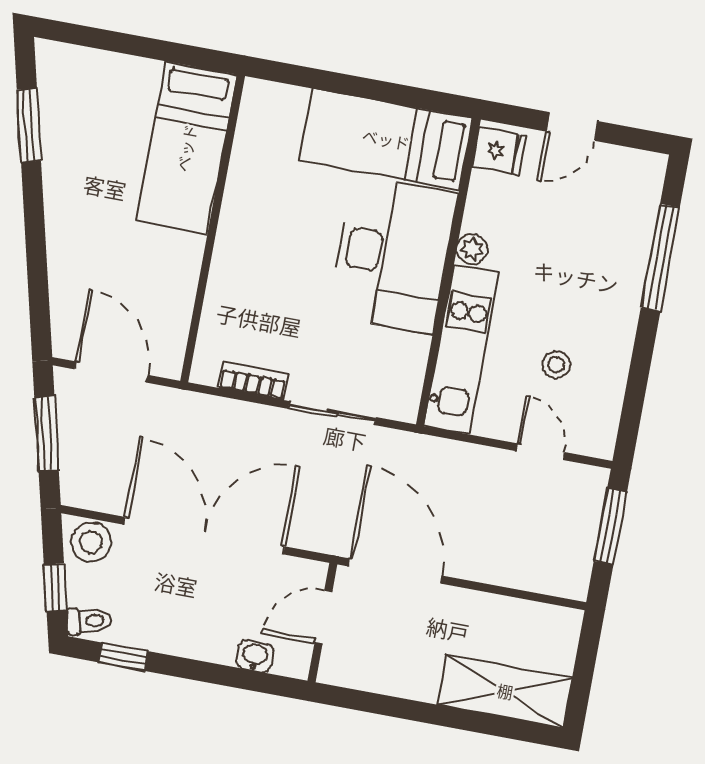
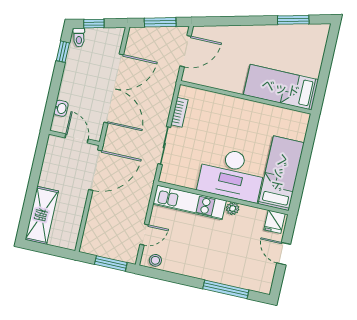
stool: (556, 365) -> (155, 260), moved
stool: (91, 542) -> (113, 40), removed

